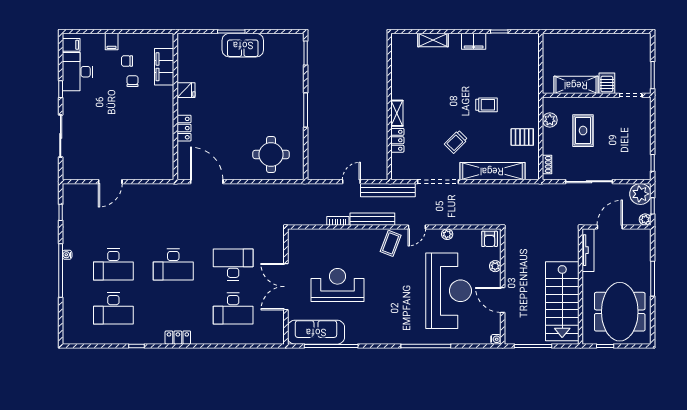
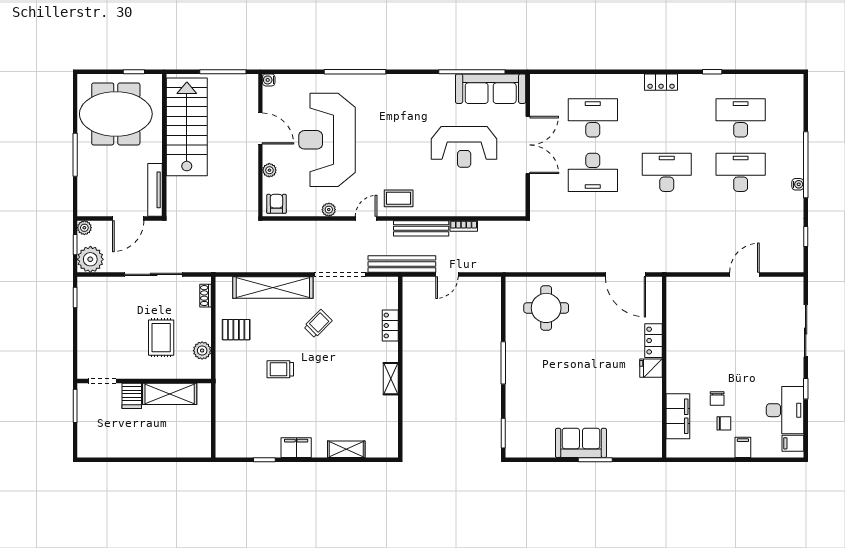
fridge: (186, 90) -> (651, 368), moved
shelving: (397, 113) -> (391, 379), moved
coffee table: (391, 243) -> (399, 198), turned 69
meeting table: (620, 312) -> (116, 114), turned 90

